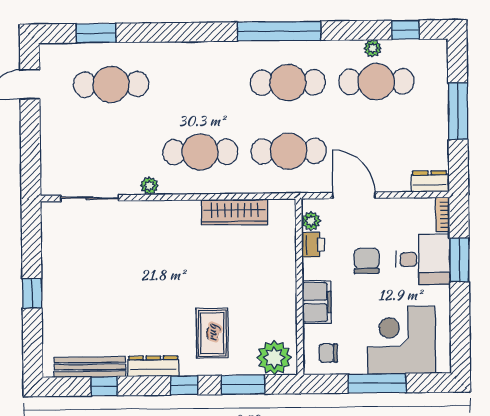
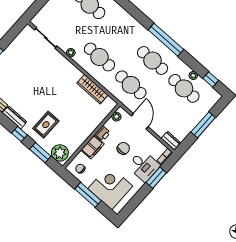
printer: (313, 245) -> (103, 133), moved

